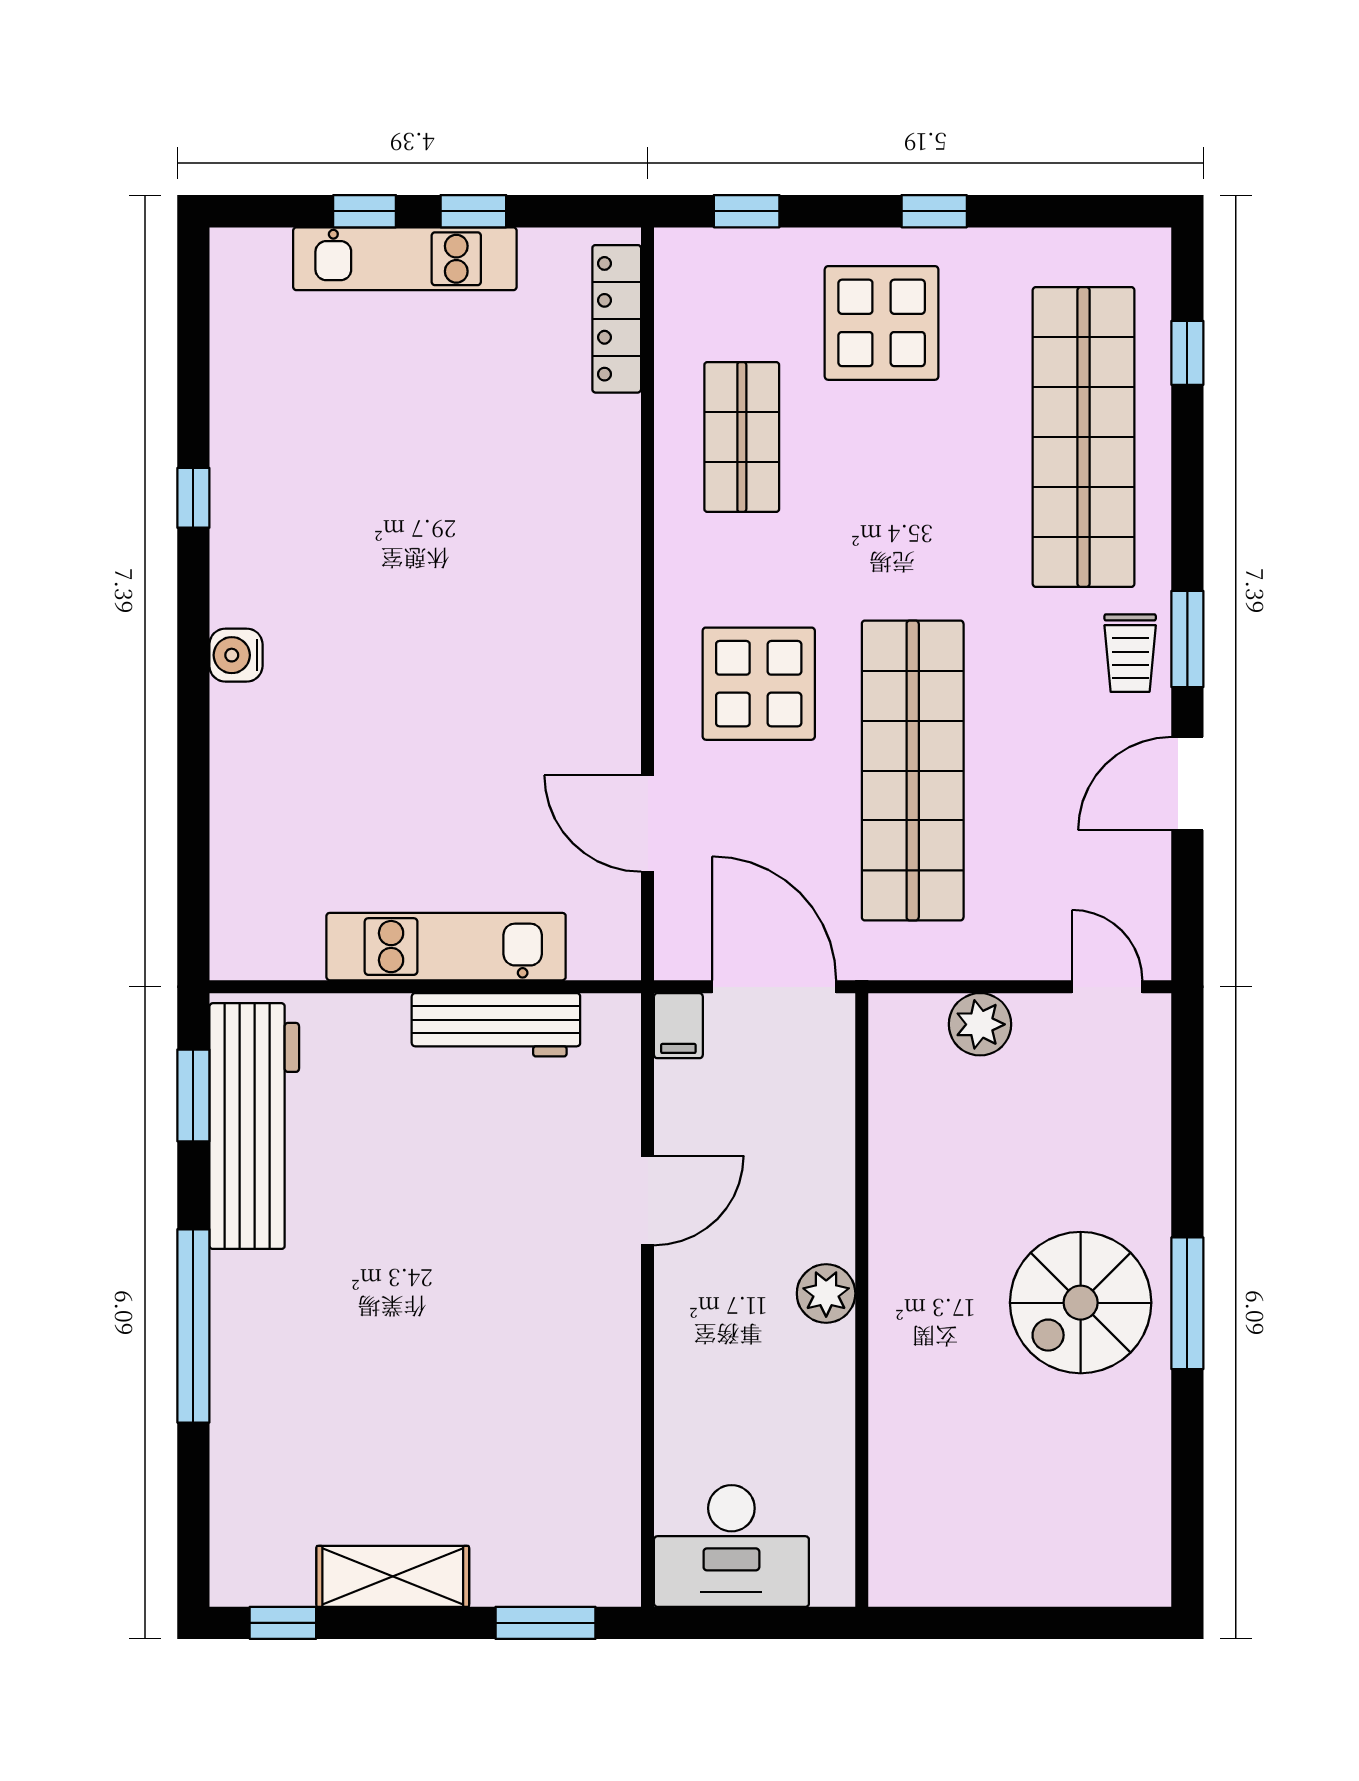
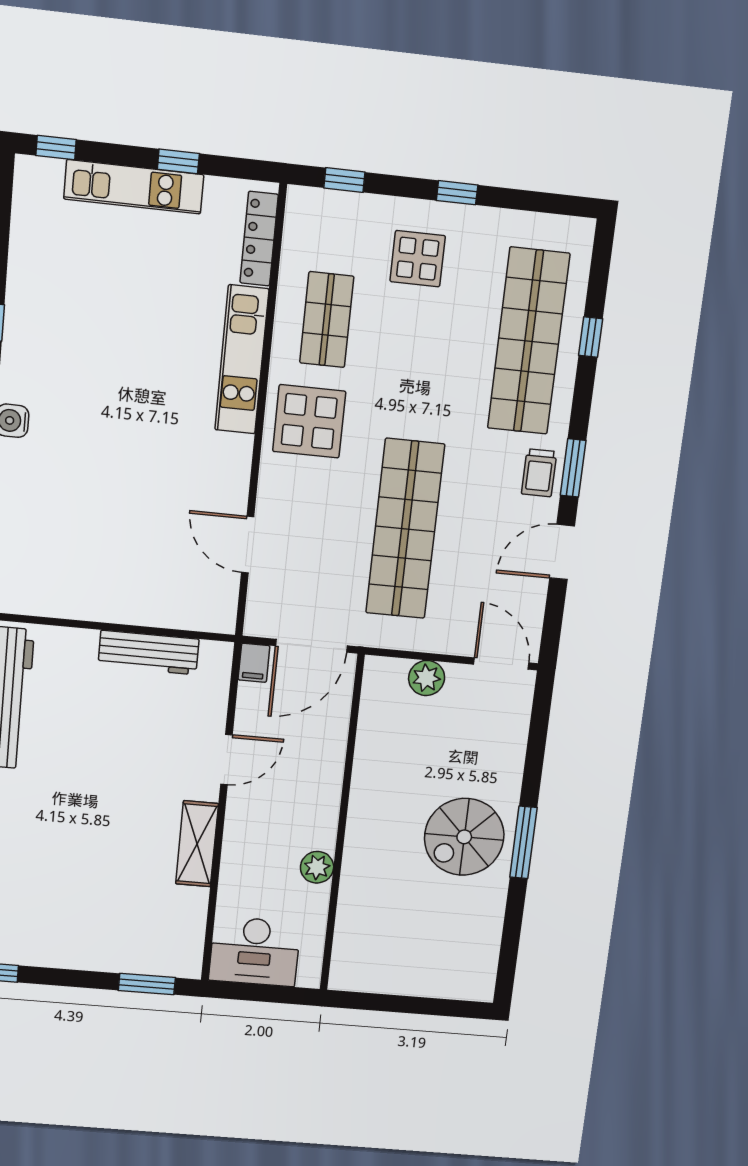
window: (365, 211) -> (56, 148), moved
display table: (882, 323) -> (418, 259), width x0.73, depth x0.73
window: (1187, 353) -> (591, 337), moved
display table: (759, 684) -> (309, 421), moved
kitchen unit: (446, 947) -> (242, 360), moved, turned -90
door: (774, 987) -> (311, 646), swing flipped
door: (1107, 987) -> (501, 663), width x1.38
plant: (826, 1293) -> (317, 867), moved
shelving: (393, 1576) -> (197, 844), moved, turned 90

